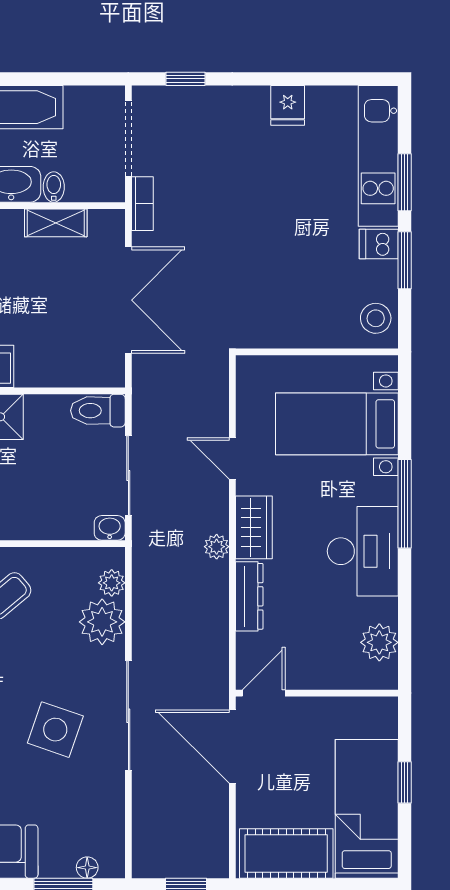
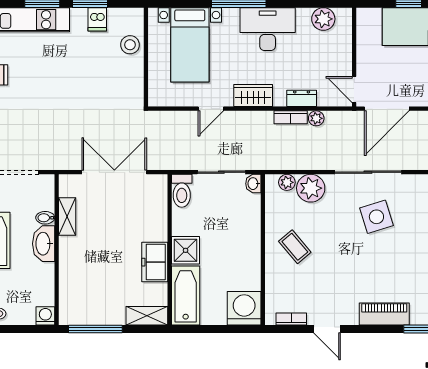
bookcase: (142, 204) -> (291, 117), moved, turned 180
dishwasher: (379, 244) -> (97, 19), moved
stool: (376, 318) -> (130, 45), moved
plant: (217, 547) -> (316, 118), moved
dresser: (249, 596) -> (302, 98), width x0.70
side table: (55, 730) -> (376, 217), turned -36

